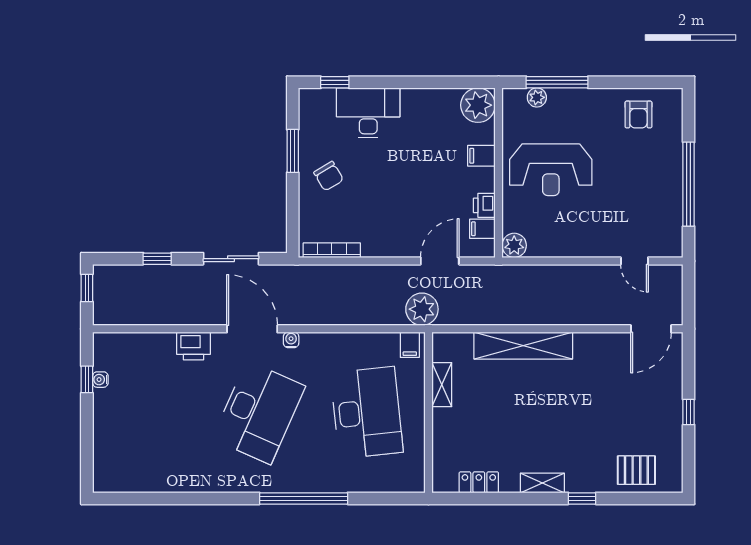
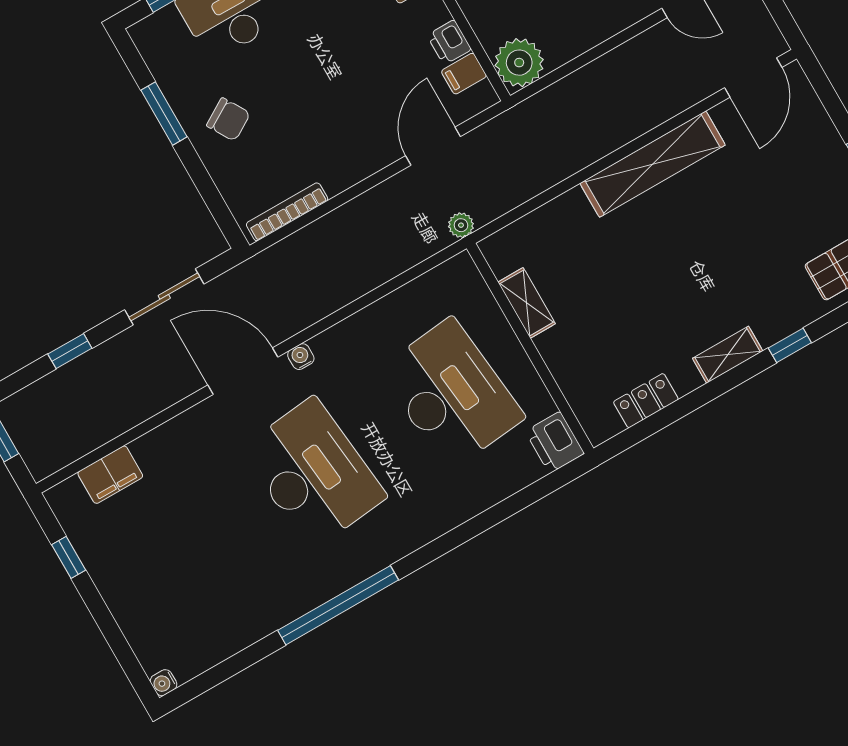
plant: (514, 245) -> (519, 63), width x1.36, depth x1.36
plant: (422, 309) -> (461, 225), width x0.53, depth x0.53
filing cabinet: (410, 345) -> (110, 475), moved, width x2.00
printer: (194, 346) -> (555, 442), moved, turned 90
shelving: (523, 346) -> (653, 164), moved
water cooler: (100, 380) -> (164, 683), moved
desk: (259, 412) -> (313, 473), turned -30
window: (304, 498) -> (338, 605), moved

